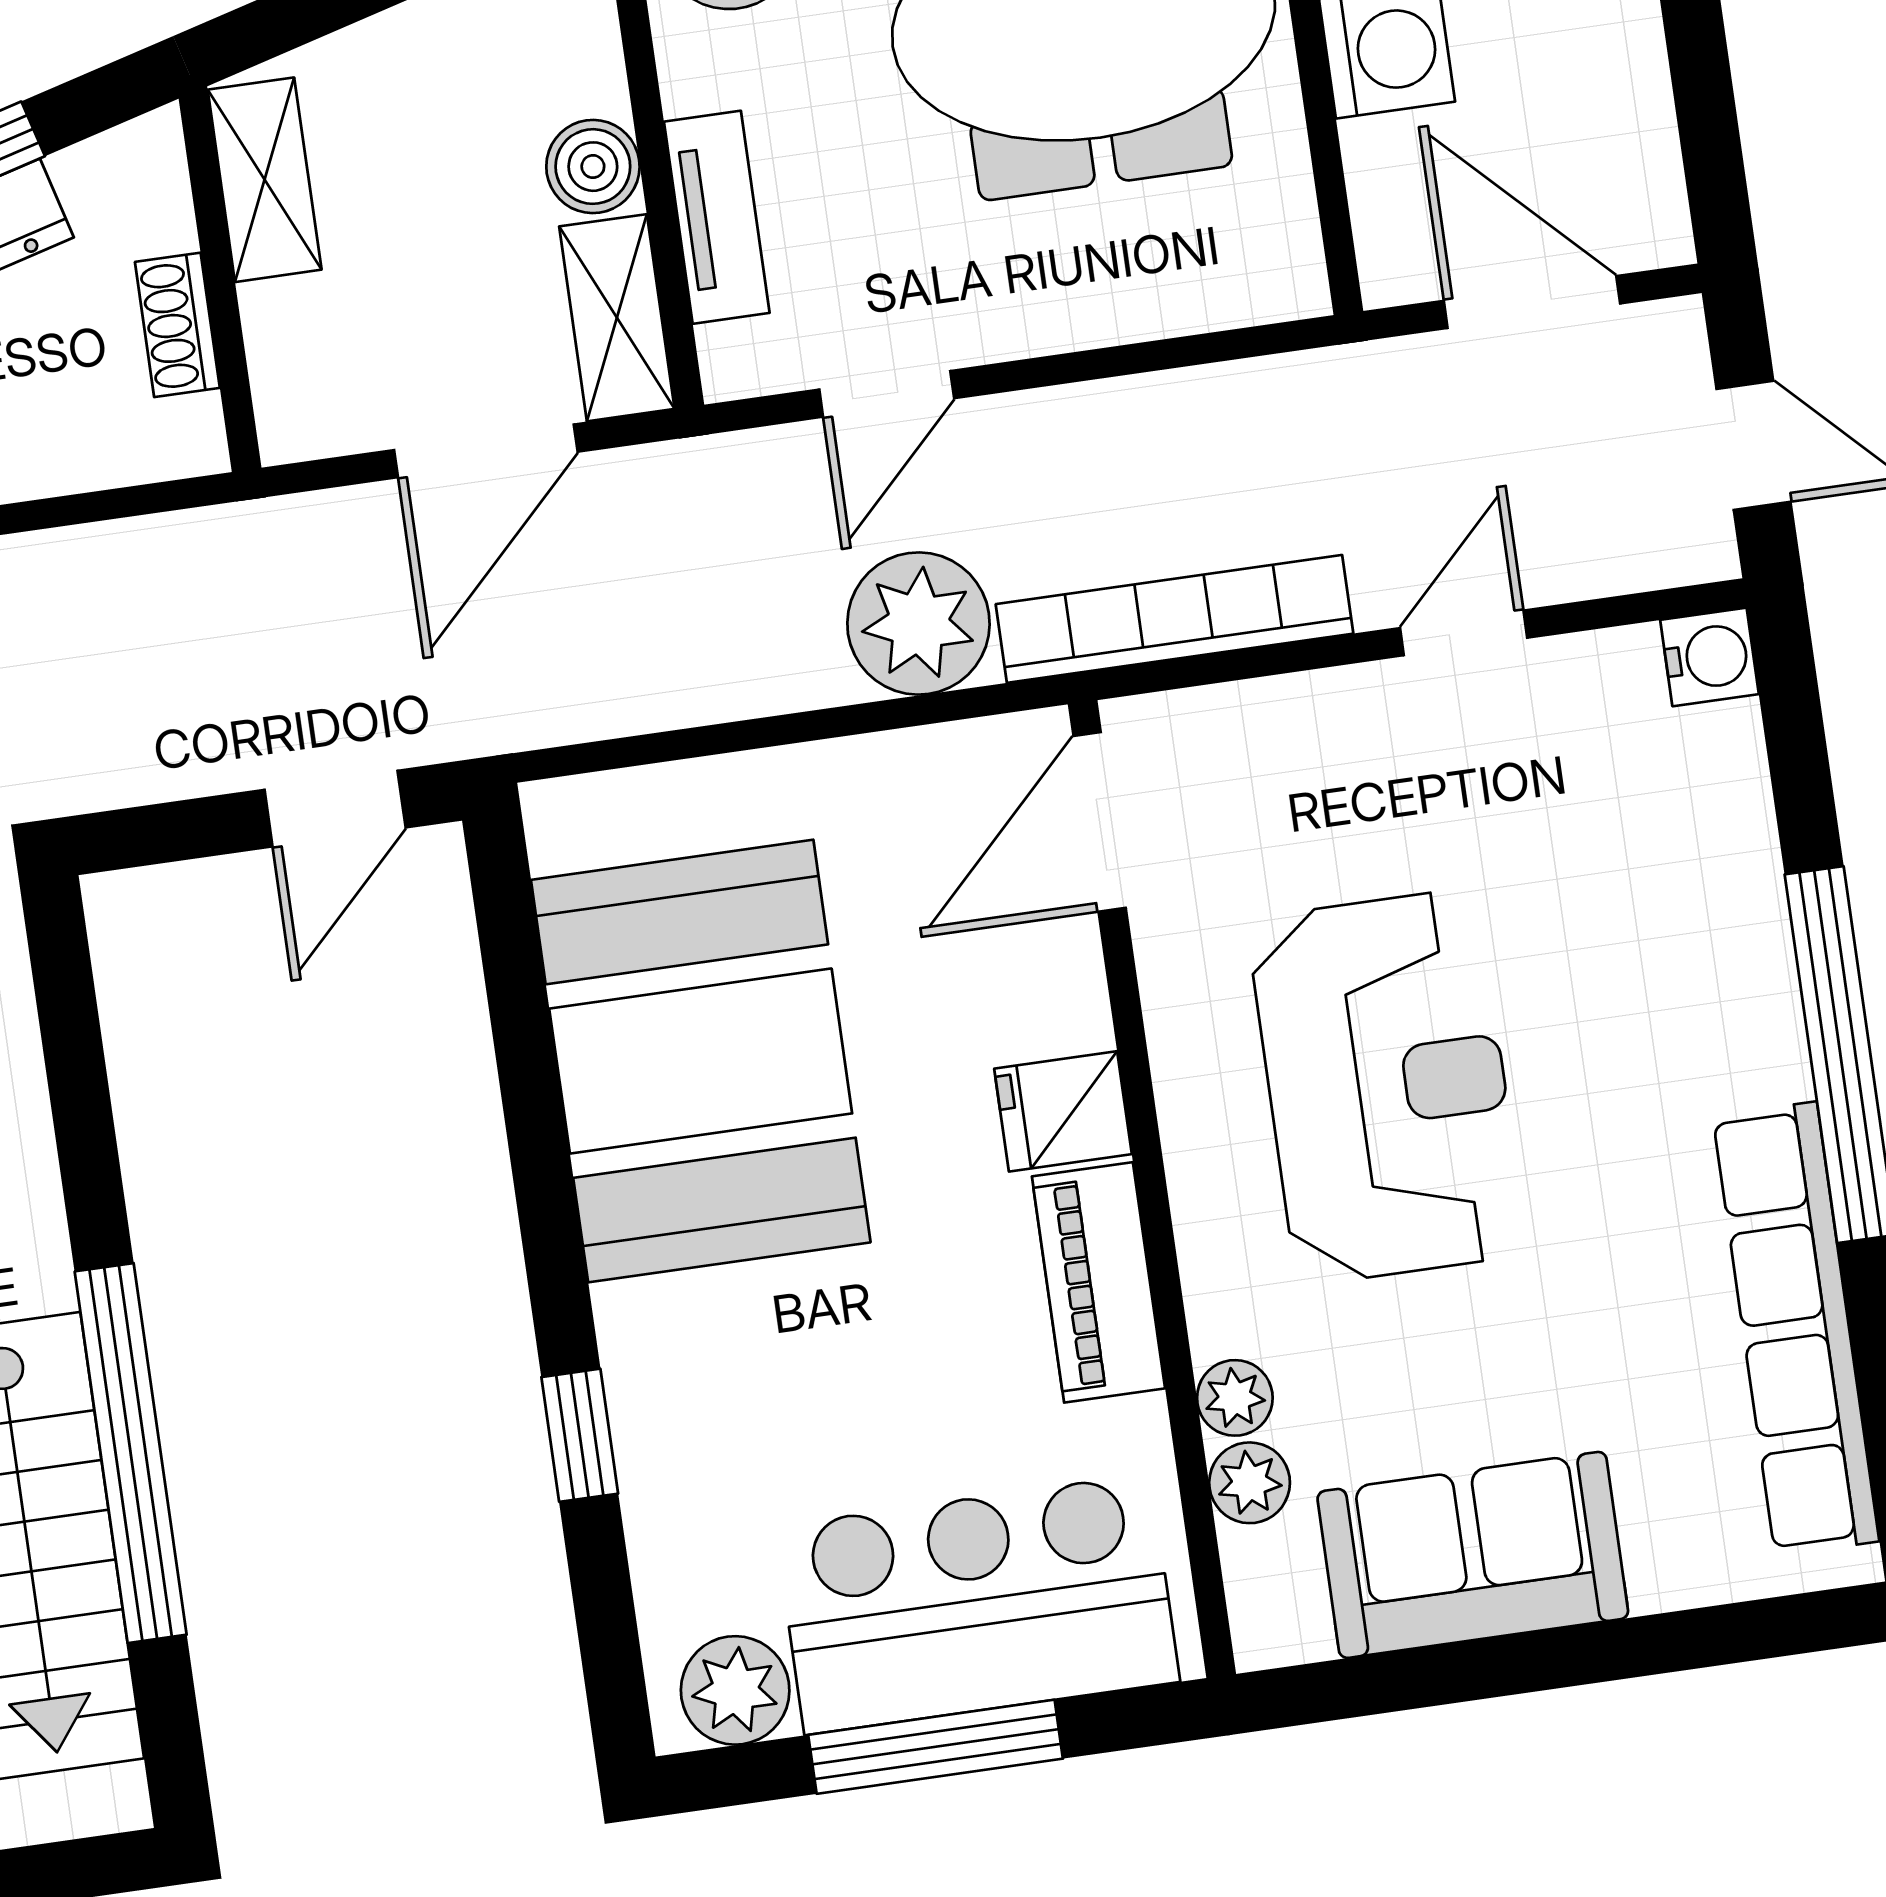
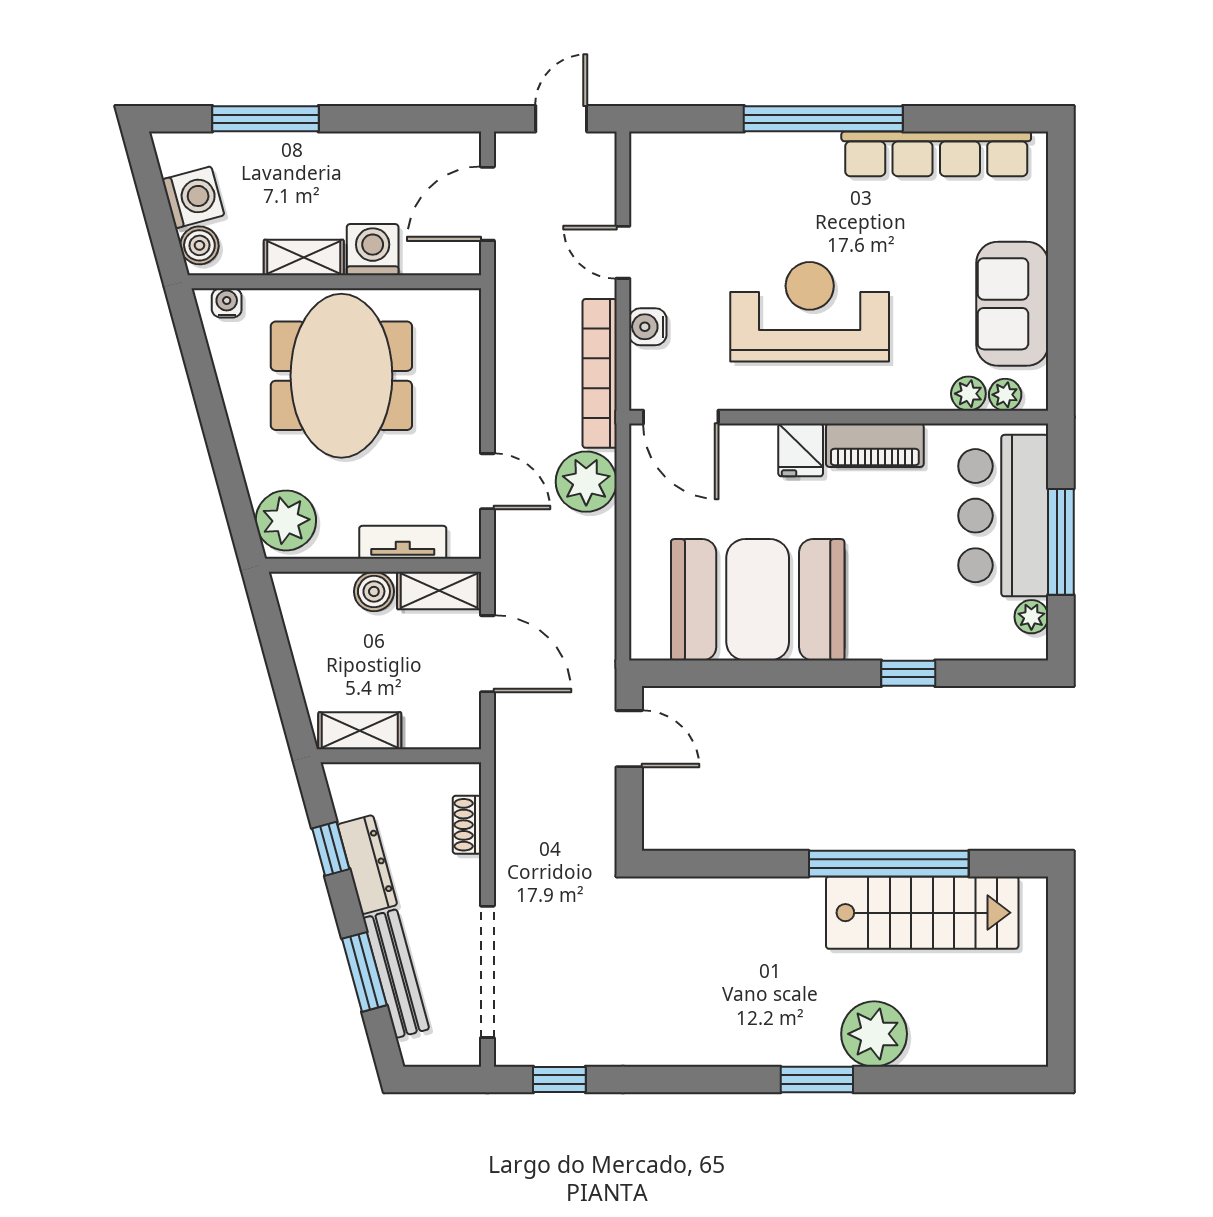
shoe rack: (177, 325) -> (467, 825), moved, turned 90
water cooler: (1710, 657) -> (648, 327), moved, turned -90
plant: (1235, 1398) -> (1005, 395), moved
plant: (735, 1690) -> (1031, 617), width x0.73, depth x0.73

